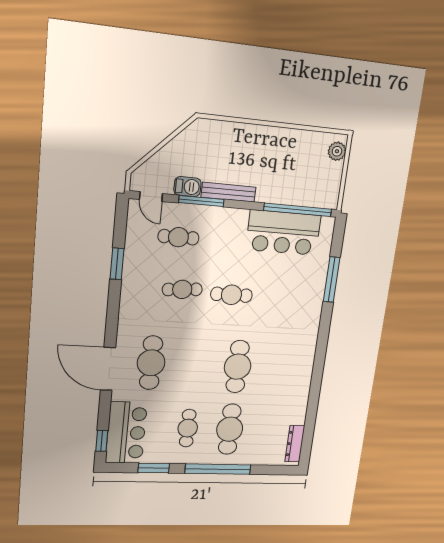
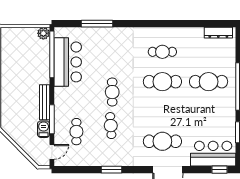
plant: (337, 151) -> (43, 33), moved
window: (117, 264) -> (111, 170), moved
cafe table: (188, 428) -> (162, 52), moved

